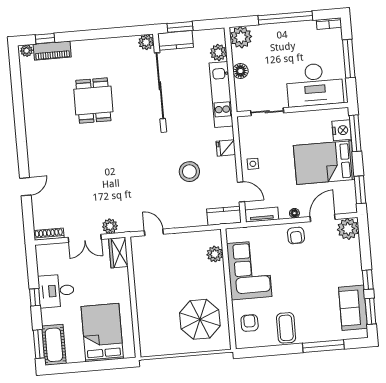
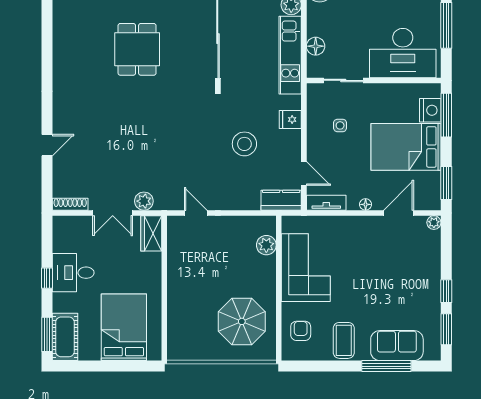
floor lamp: (240, 71) -> (316, 46), moved
side table: (253, 164) -> (340, 125), moved
plant: (348, 229) -> (434, 223), width x0.53, depth x0.53
armchair: (296, 236) -> (365, 231), removed
sofa: (353, 308) -> (397, 346), moved, turned 90

